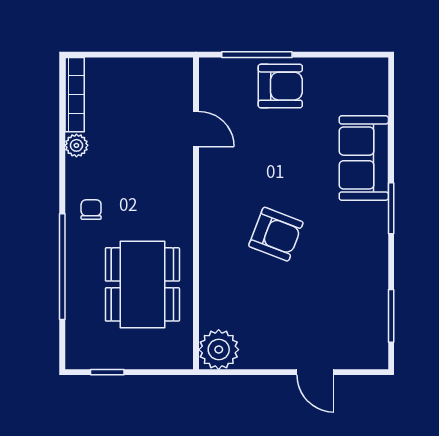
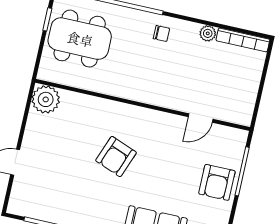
dining table: (142, 284) -> (80, 39), moved

